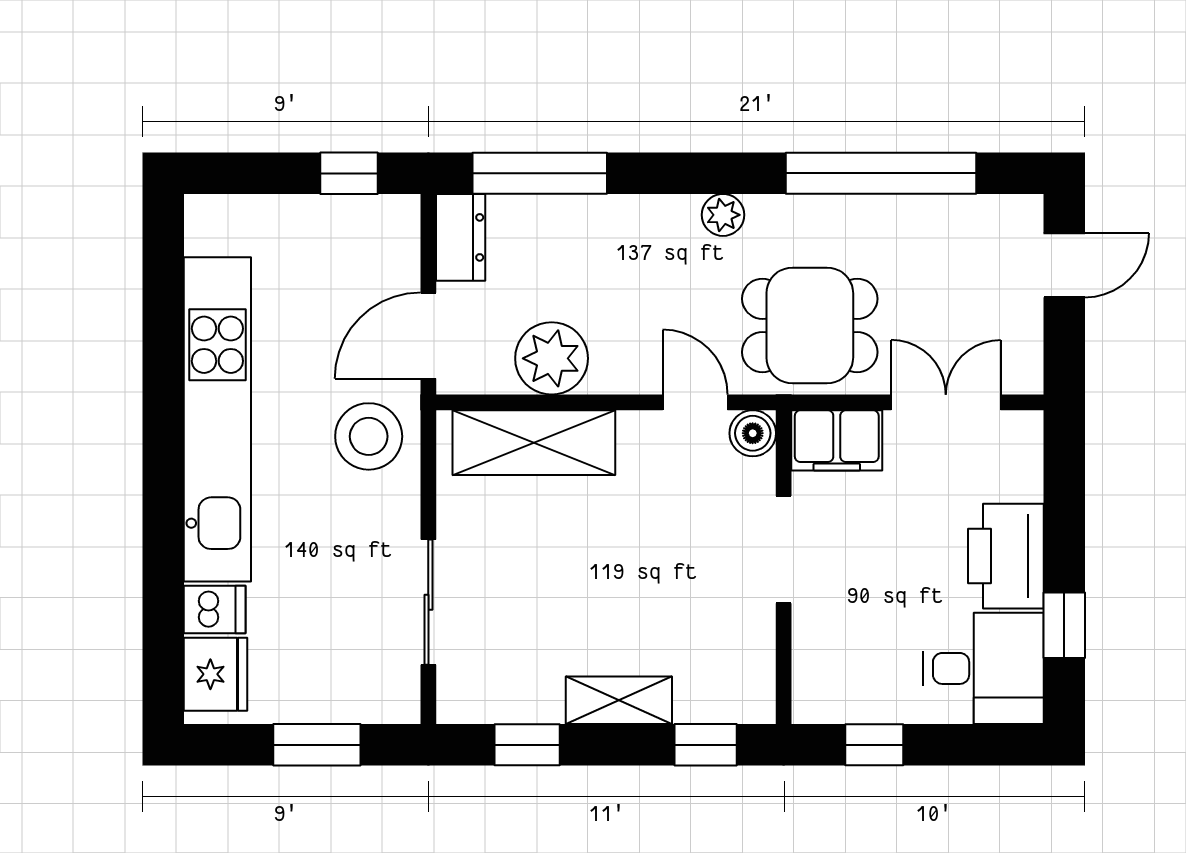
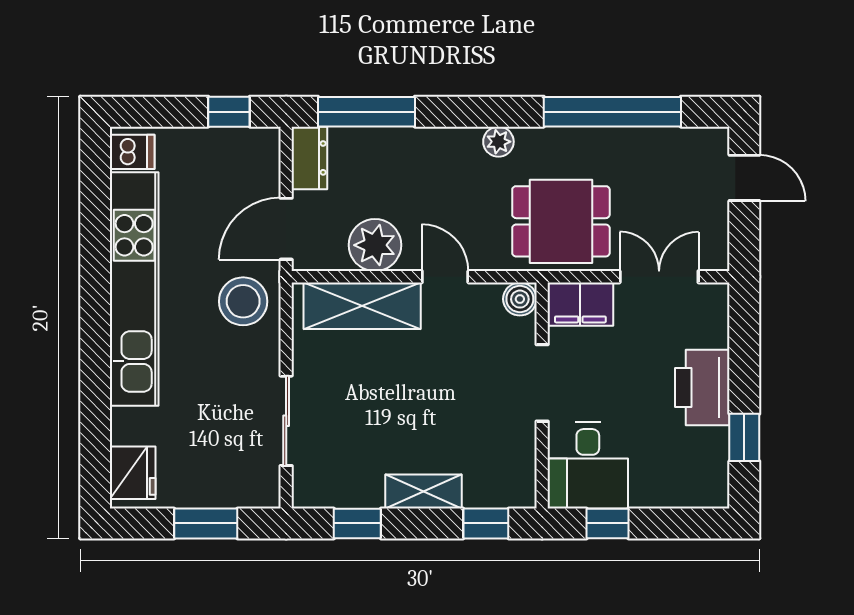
door: (1064, 265) -> (744, 178), hinge flipped
door: (695, 402) -> (445, 277), moved
dishwasher: (215, 610) -> (132, 152), moved
desk: (983, 668) -> (588, 465), moved, turned 90

